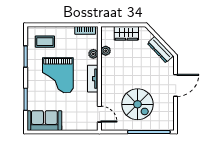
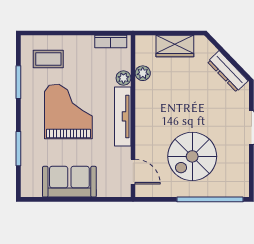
grand piano: (58, 75) -> (68, 111), turned 180
tv unit: (93, 79) -> (123, 116), width x1.41
spiral stairs: (137, 104) -> (192, 156), turned 90
sofa: (44, 121) -> (69, 182), moved

